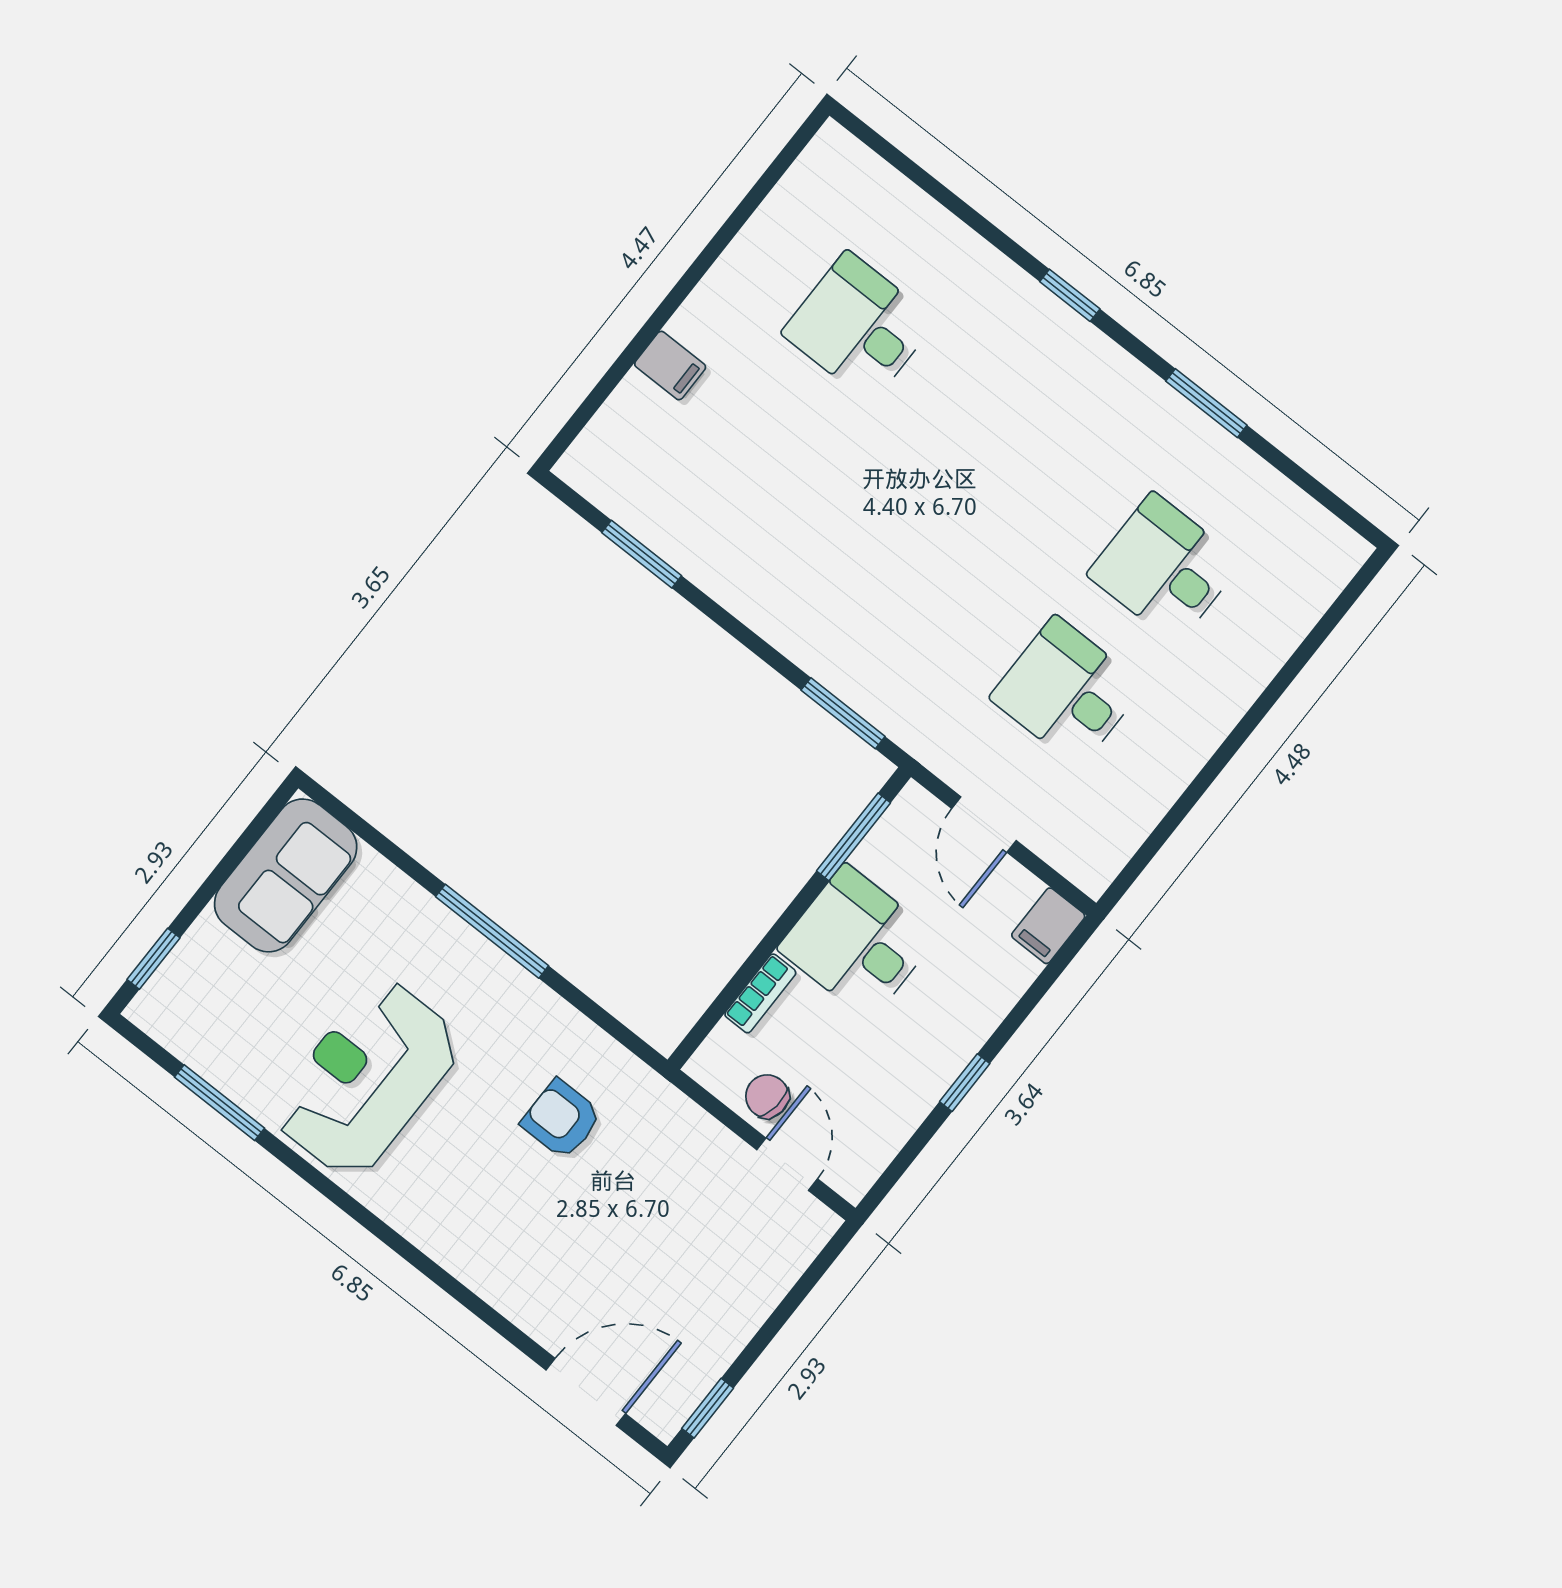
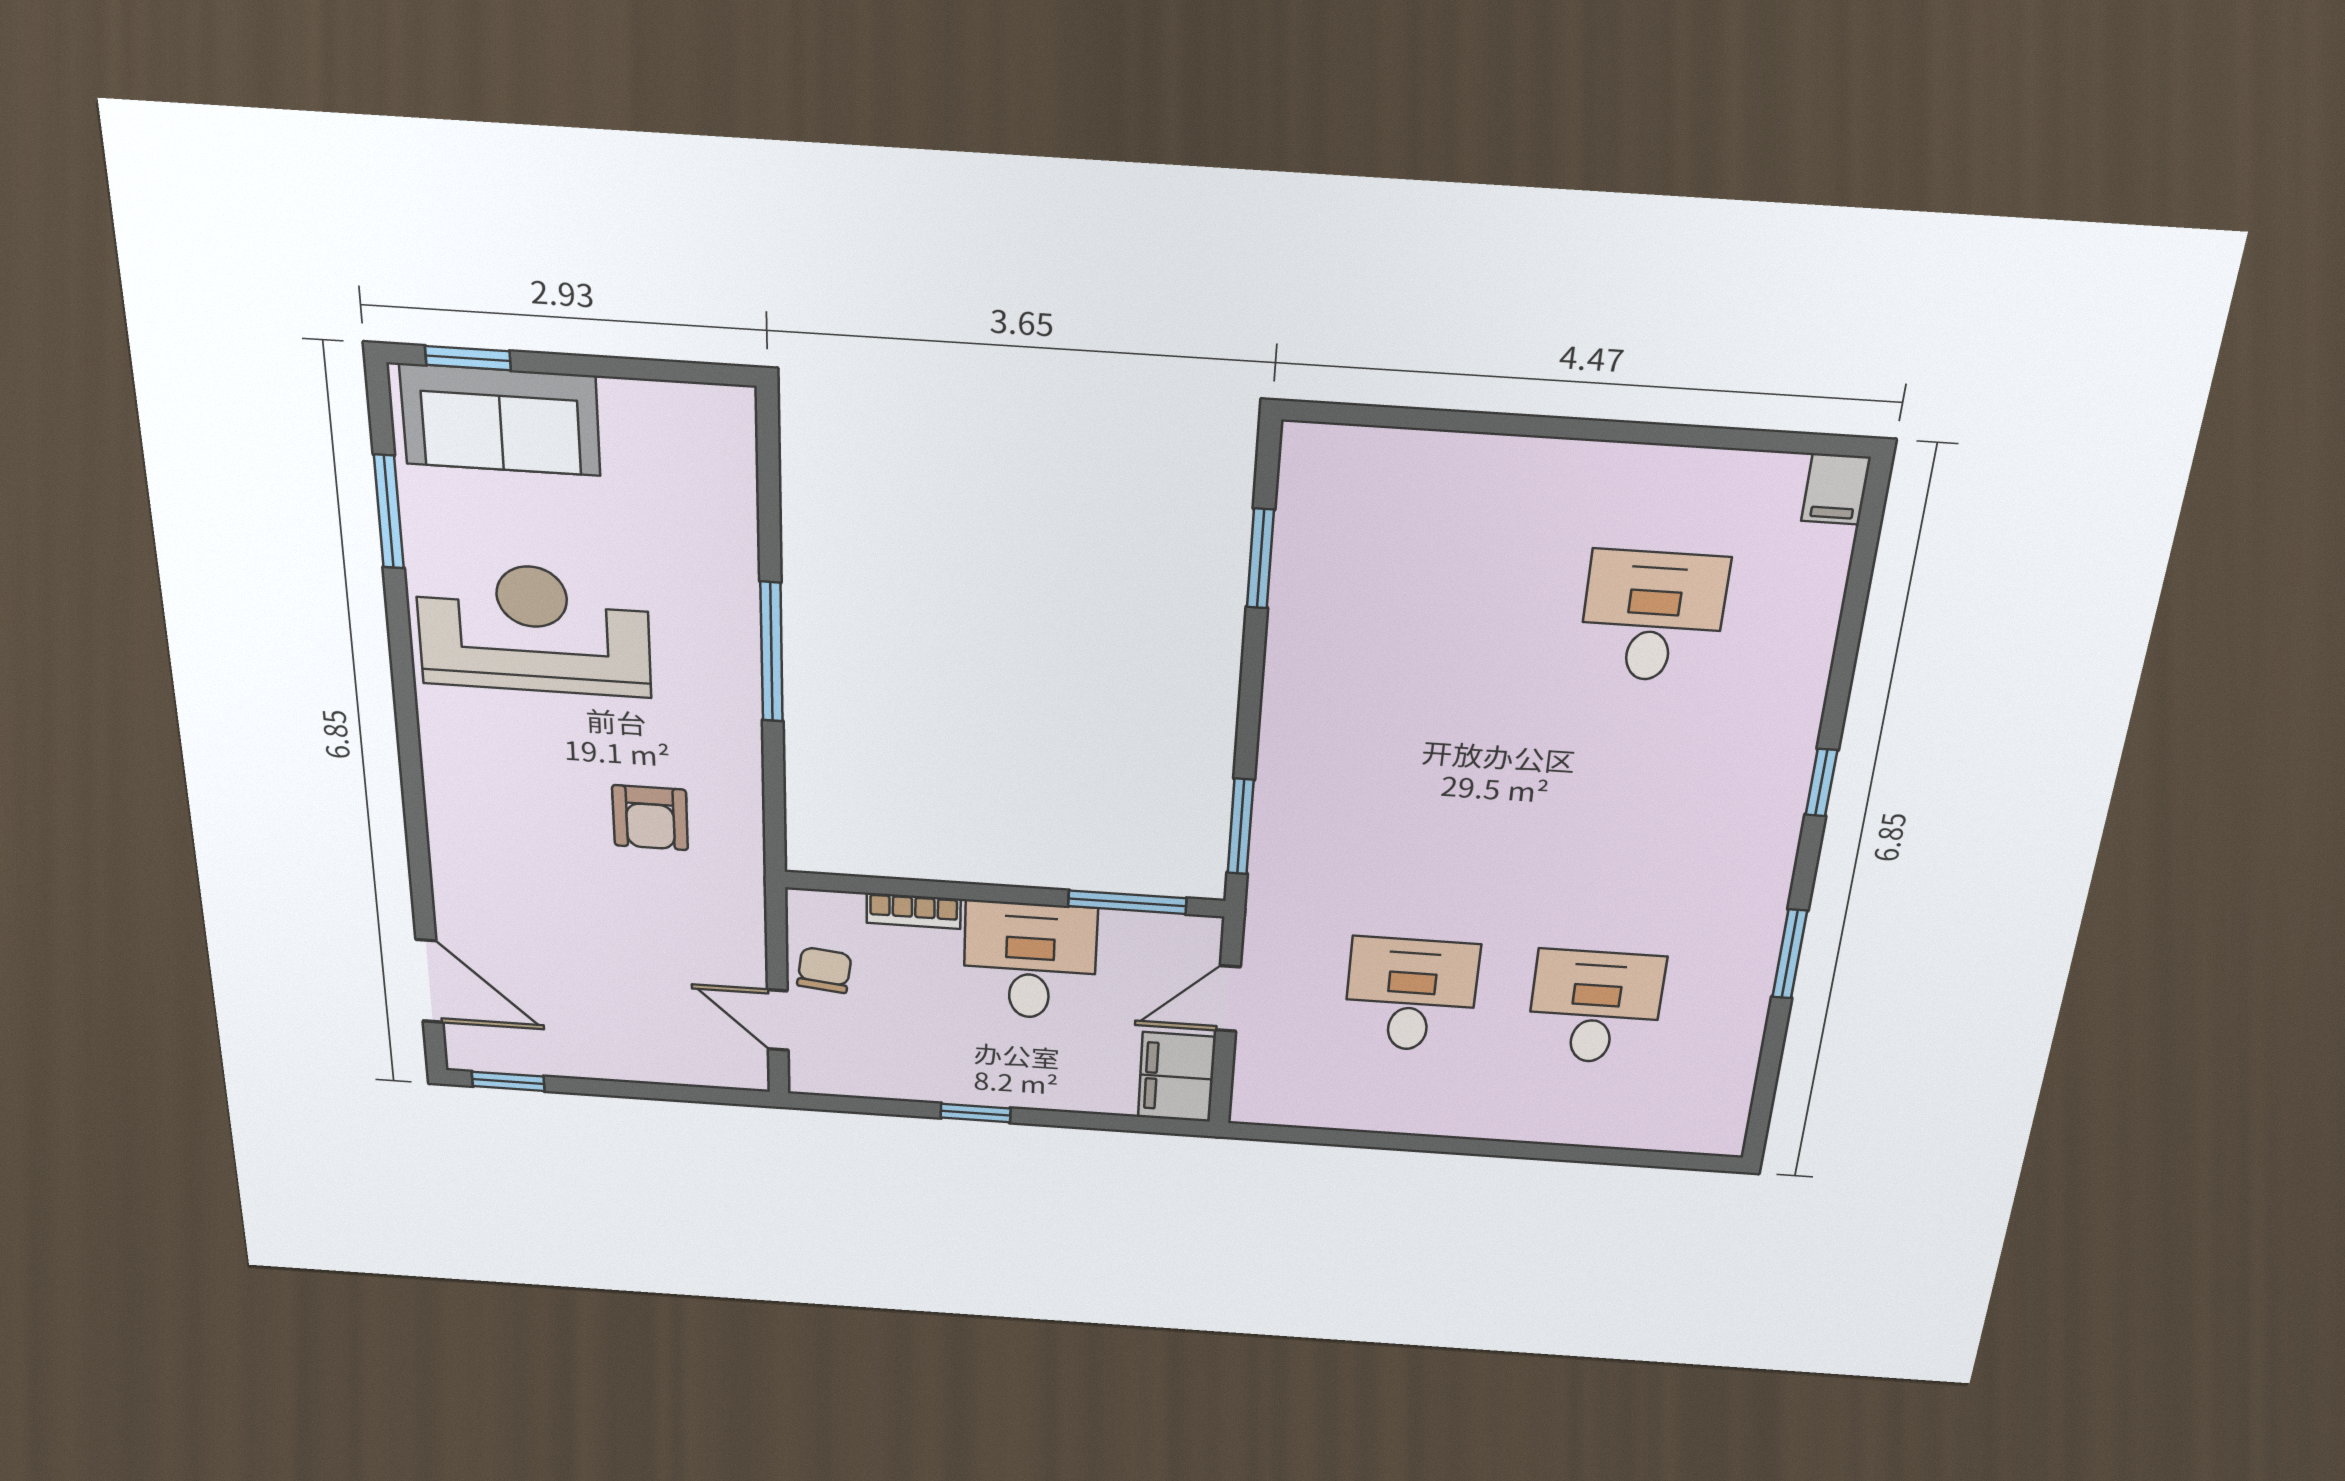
filing cabinet: (670, 366) -> (1836, 489), moved
sofa: (286, 875) -> (500, 420), moved
filing cabinet: (1048, 926) -> (1177, 1077), width x2.00
armchair: (561, 1119) -> (650, 818), turned 180
door: (787, 1164) -> (778, 1020), swing flipped

